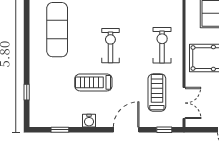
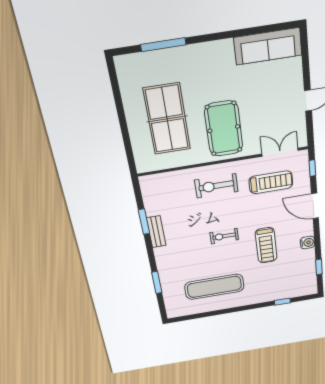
exercise bike: (110, 46) -> (224, 236), width x0.73, depth x0.72
treadmill: (157, 93) -> (271, 182), turned 180

